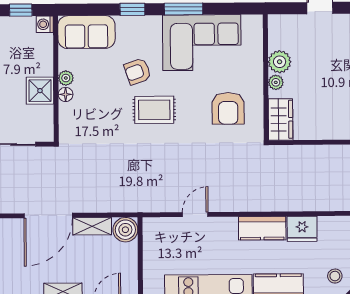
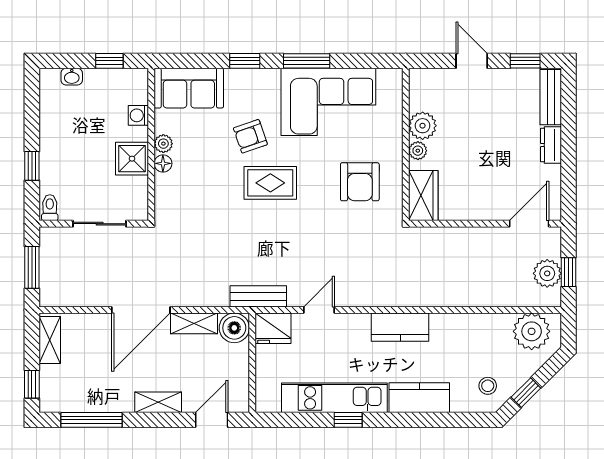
washing machine: (45, 24) -> (138, 115), moved
bench: (145, 204) -> (258, 296), added
fridge: (302, 229) -> (273, 328), moved

